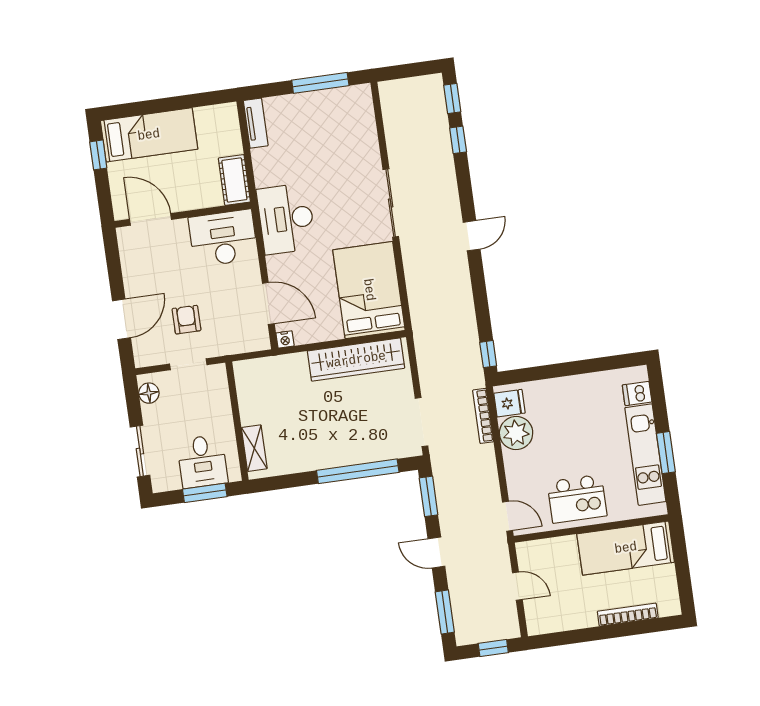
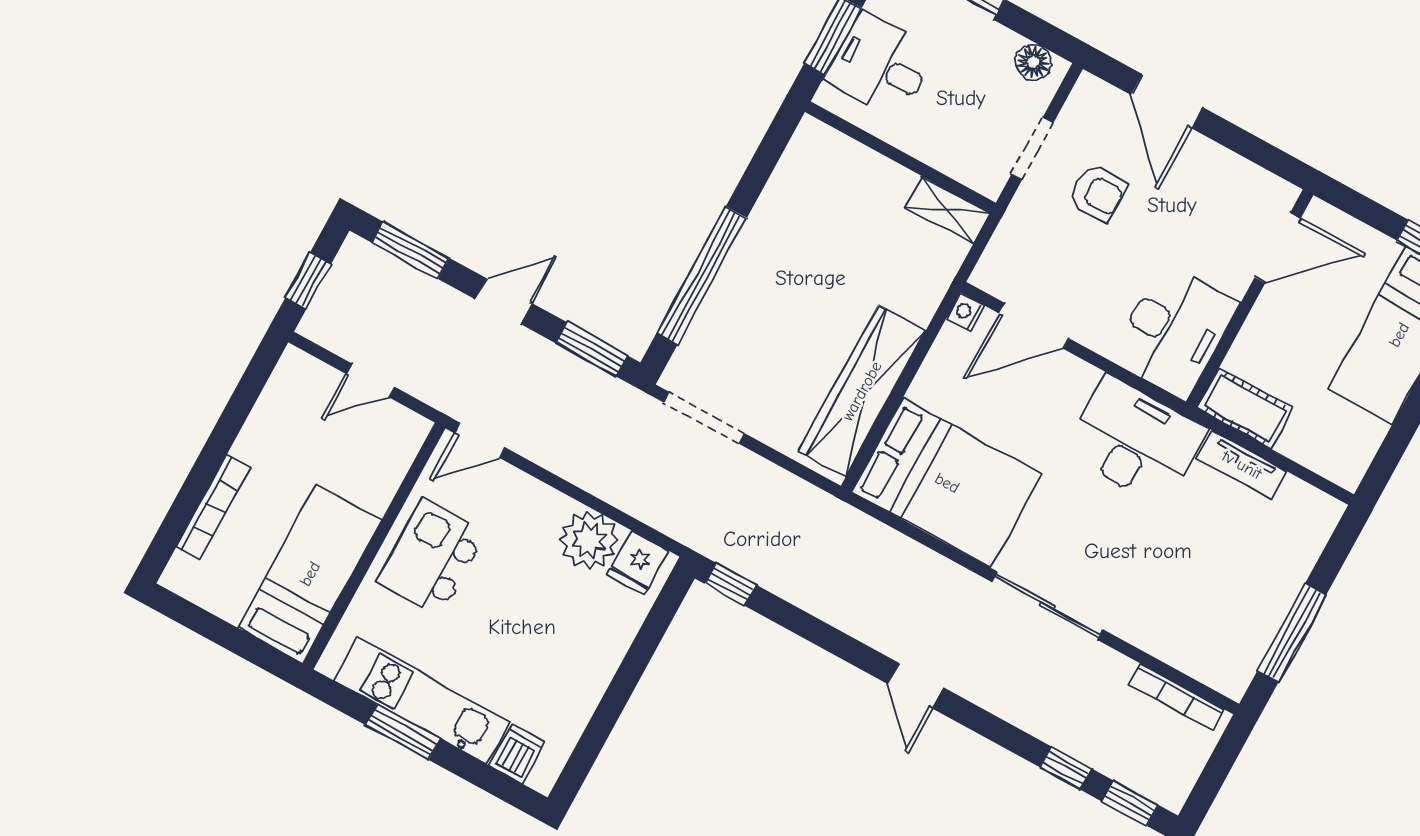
tv unit: (256, 123) -> (1242, 465), moved
bookcase: (483, 416) -> (1176, 697), moved, turned 180
shelving: (254, 448) -> (947, 210), moved

